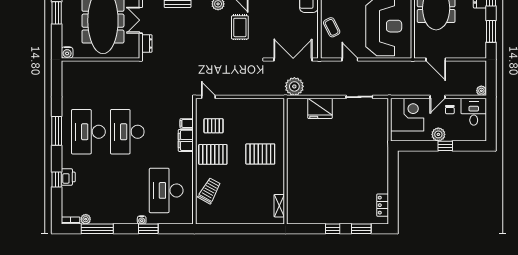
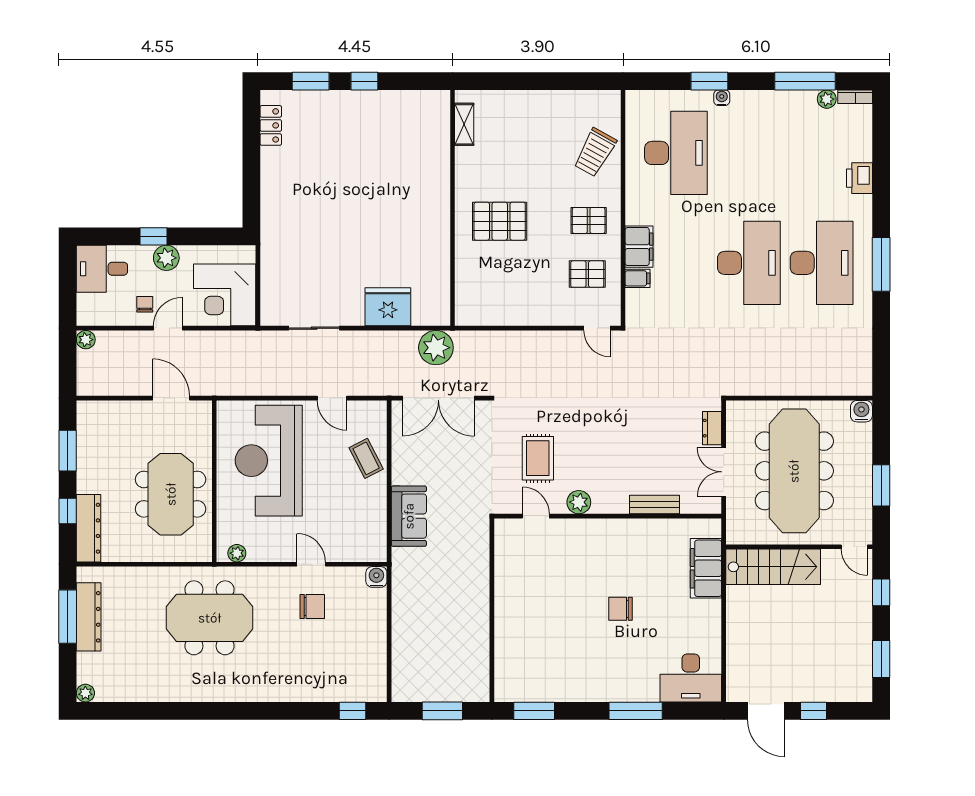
double door: (141, 20) -> (724, 472), swing flipped
desk: (474, 112) -> (102, 269), moved, turned 90
pallet: (213, 154) -> (589, 220), width x0.67, depth x0.71
window: (57, 179) -> (881, 173), removed

